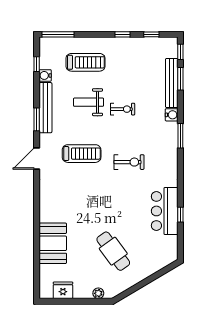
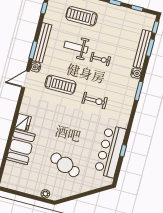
treadmill: (86, 62) -> (82, 16), turned 180
water cooler: (45, 75) -> (36, 67), moved
bar counter: (165, 211) -> (110, 151), width x1.36
cafe table: (113, 251) -> (65, 165), turned -32
fridge: (63, 290) -> (23, 122), moved, turned 90

